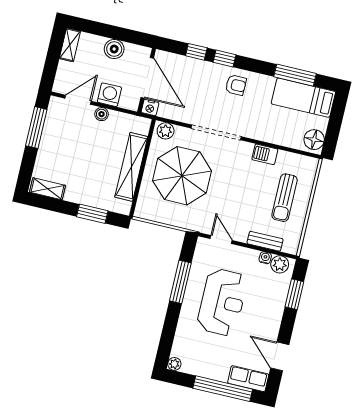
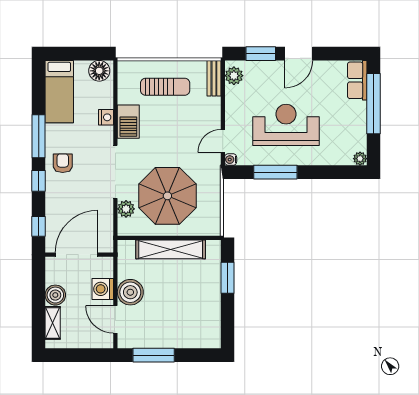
shelving: (70, 45) -> (53, 323), moved, turned 90
window: (196, 52) -> (39, 226), moved
window: (295, 75) -> (39, 136), moved
nightstand: (150, 108) -> (106, 117), moved
boiler: (102, 114) -> (130, 292), width x1.86, depth x1.86
plant: (166, 131) -> (126, 209), moved
barbecue: (265, 154) -> (128, 122), width x1.38, depth x1.27
shelving: (47, 189) -> (213, 329), removed
bench: (265, 241) -> (214, 78), moved
water cooler: (265, 258) -> (231, 160), moved
door: (280, 356) -> (299, 54), moved

